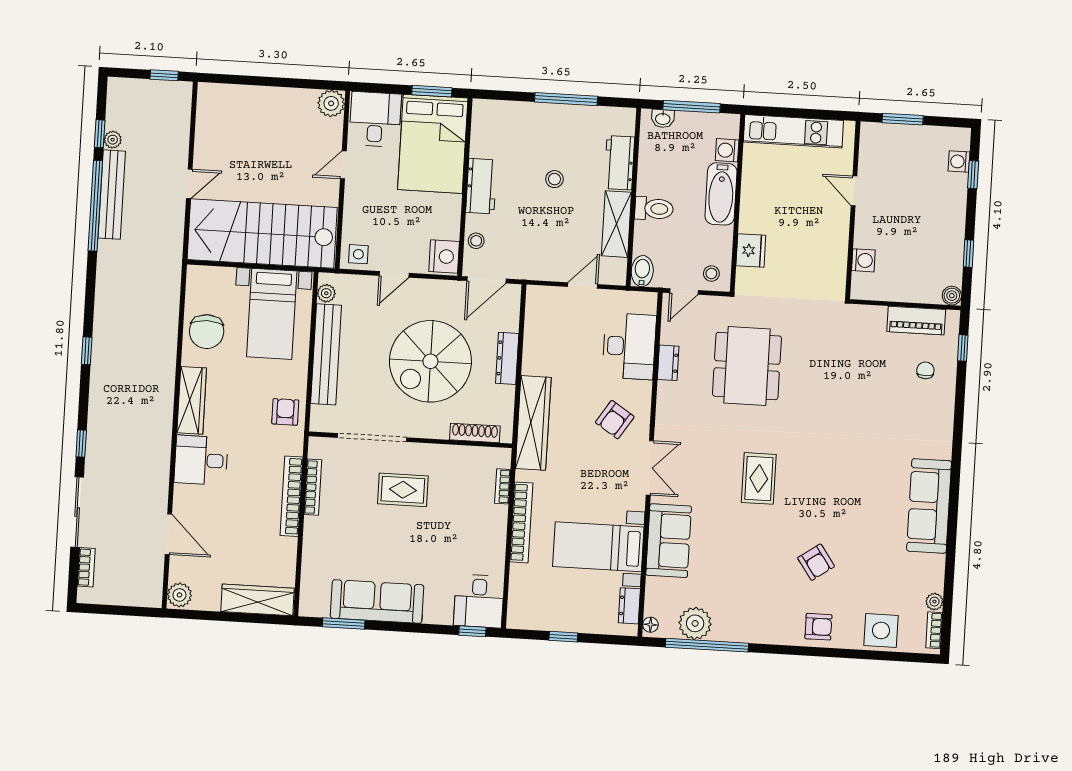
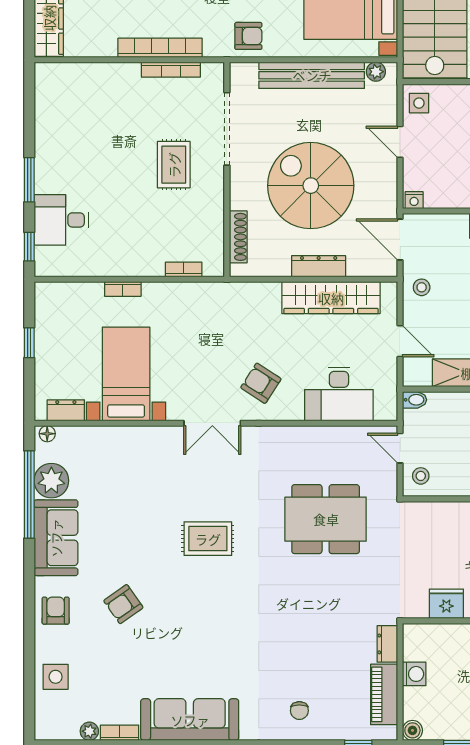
stool: (476, 241) -> (422, 287), moved
fridge: (751, 250) -> (446, 604), moved, turned 180
nightstand: (444, 256) -> (414, 200), width x0.53, depth x0.56
washing machine: (863, 260) -> (414, 674), moved, turned -90
bidet: (642, 271) -> (415, 400), width x0.72, depth x0.74
dresser: (668, 363) -> (387, 644), moved, turned 90
chair: (925, 370) -> (299, 711), moved, turned 90
wardrobe: (533, 423) -> (331, 298), moved
bookcase: (521, 522) -> (123, 289), width x0.43, depth x0.76
sofa: (669, 541) -> (56, 538), moved, turned -90
sofa: (377, 601) -> (55, 144), removed
desk: (479, 601) -> (61, 220), moved
window: (344, 624) -> (29, 180), moved
armchair: (818, 627) -> (56, 611), turned 180
side table: (881, 630) -> (56, 677), width x0.73, depth x0.73
bookcase: (934, 630) -> (120, 733), moved

